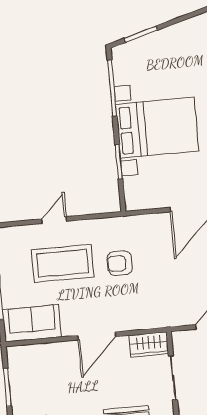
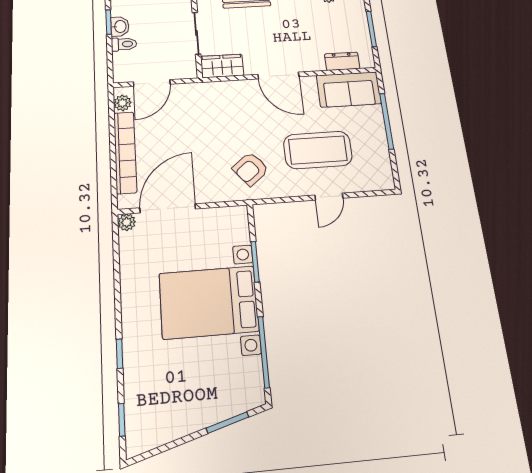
armchair: (120, 263) -> (251, 169), moved, turned 141
door: (97, 336) -> (278, 76), swing flipped
dresser: (37, 352) -> (342, 61), added

